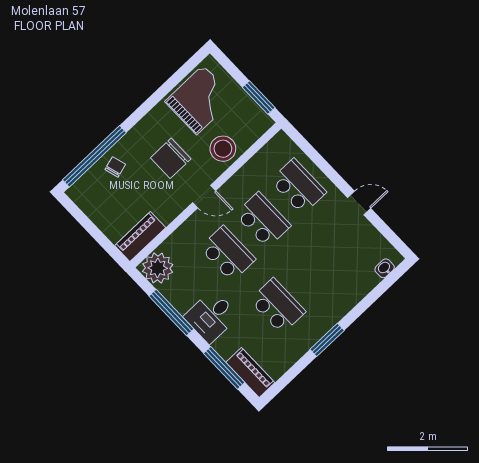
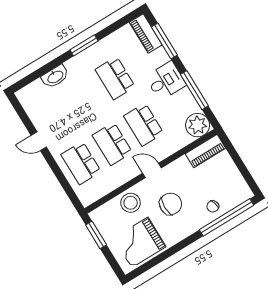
washbasin: (385, 268) -> (55, 77), moved, width x1.91, depth x1.45

